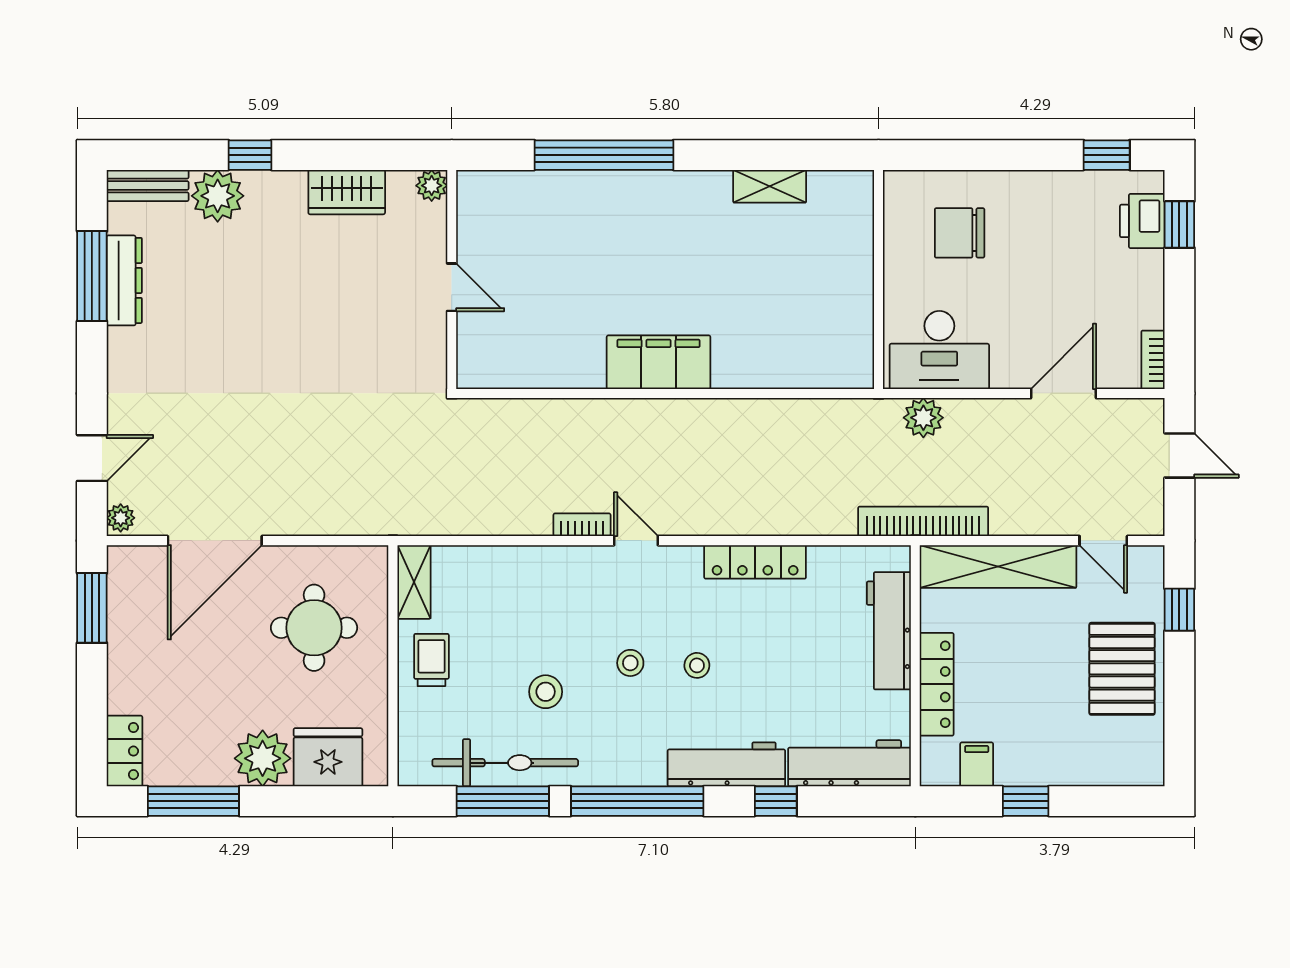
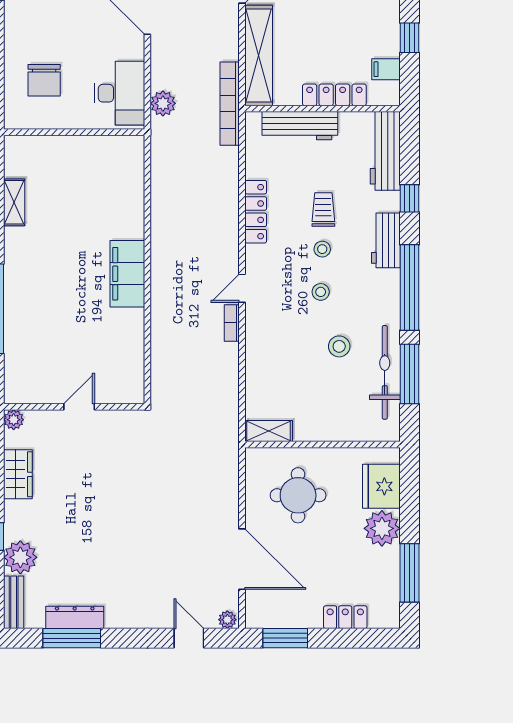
trolley: (431, 660) -> (323, 209), moved, turned 90
locker: (125, 751) -> (345, 617), moved
workbench: (726, 764) -> (386, 240), width x0.73

